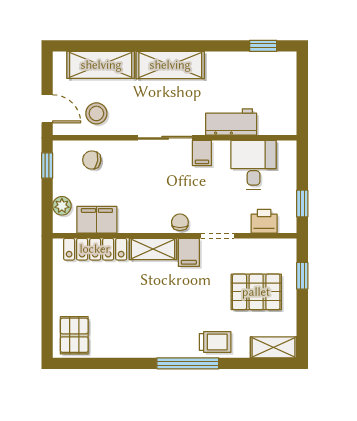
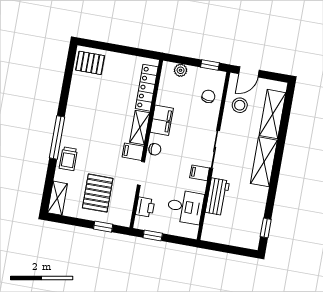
filing cabinet: (97, 220) -> (162, 120), moved

